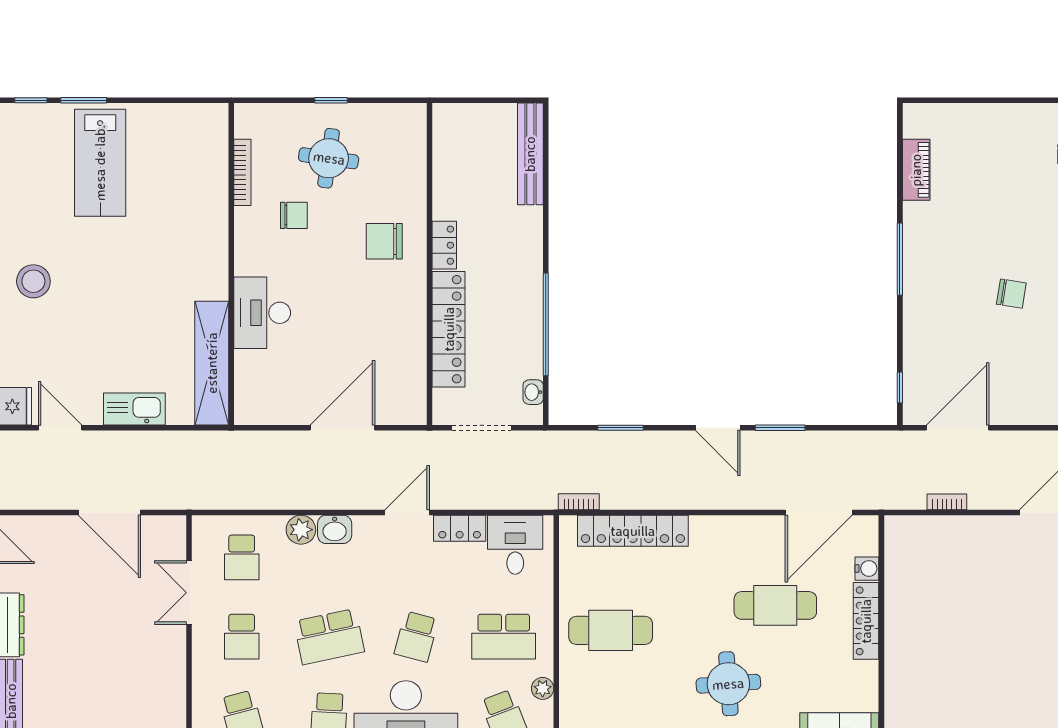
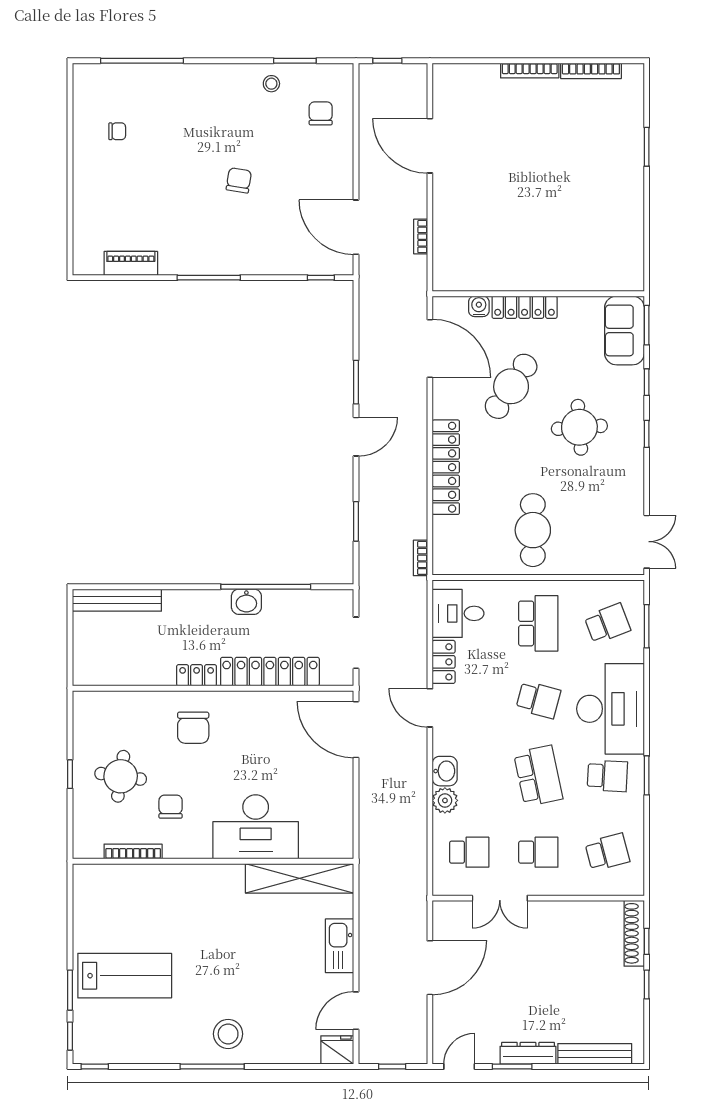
desk: (262, 313) -> (256, 827), width x1.36, depth x1.30
washbasin: (533, 392) -> (246, 602), moved, width x1.38, depth x1.45
door: (342, 428) -> (356, 730), moved
locker: (633, 531) -> (446, 467), moved
cafe table: (775, 605) -> (511, 386), turned 34
plant: (543, 688) -> (584, 589), removed

